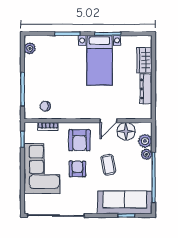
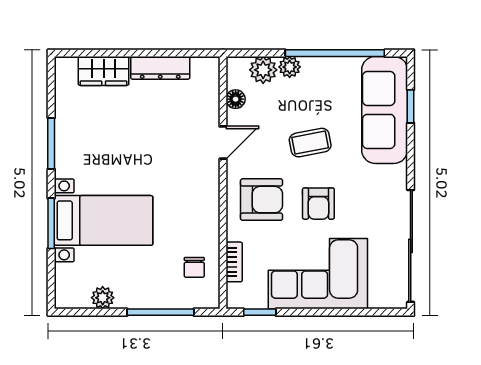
plant: (30, 48) -> (103, 298), moved
bed with nightstands: (100, 60) -> (103, 220), moved
door: (108, 121) -> (223, 143), hinge flipped
floor lamp: (126, 131) -> (236, 99), width x0.53, depth x0.53
armchair: (77, 169) -> (318, 204), turned -90

